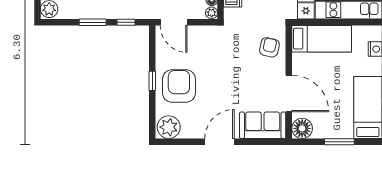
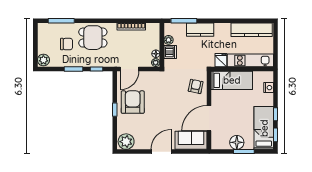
door: (174, 22) -> (129, 69), hinge flipped
armchair: (179, 86) -> (133, 102), moved
door: (289, 93) -> (209, 118), swing flipped
floor lamp: (302, 128) -> (237, 142), moved

